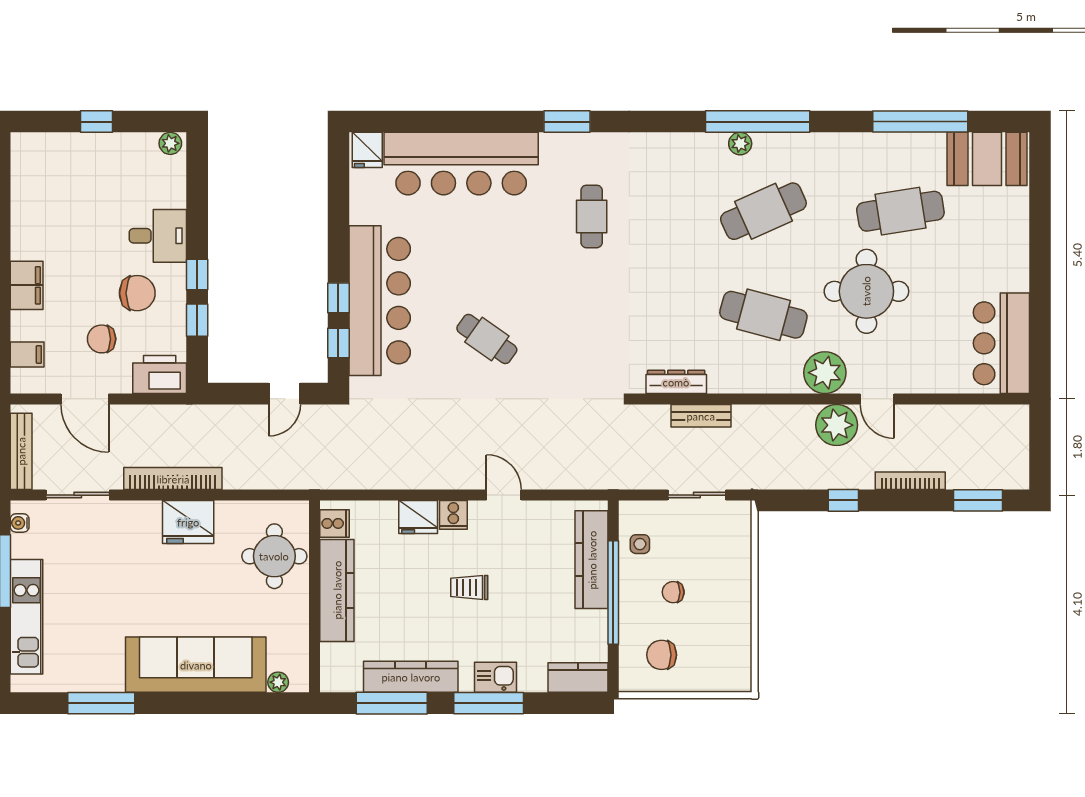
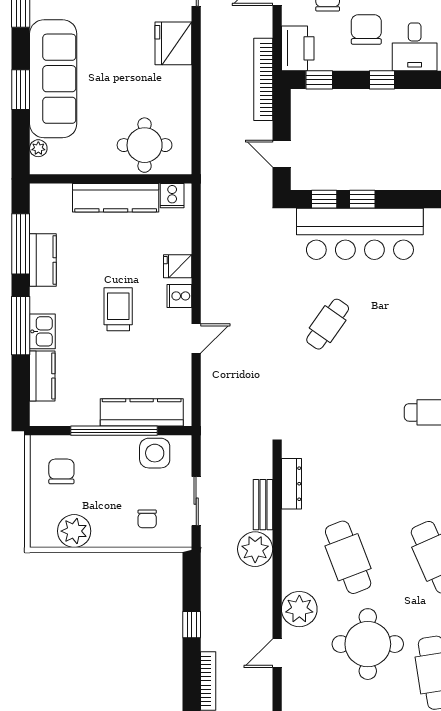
chair: (137, 293) -> (366, 29), turned 180
cafe table: (763, 315) -> (348, 557), turned -36
window: (197, 320) -> (319, 80), moved
plant: (837, 425) -> (255, 549), moved
bookcase: (173, 479) -> (263, 79), moved, turned 180
fridge: (418, 517) -> (178, 266), width x0.72
fridge: (188, 522) -> (173, 43), moved
side table: (640, 544) -> (155, 453), width x1.87, depth x1.87
trolley: (469, 587) -> (118, 309), width x1.36, depth x1.39
chair: (673, 592) -> (147, 519), moved, turned 180
plant: (732, 640) -> (74, 531), added
kitchen counter: (411, 677) -> (43, 260), width x0.67
kitchen counter: (578, 678) -> (42, 376), moved
window: (209, 703) -> (21, 90), added

